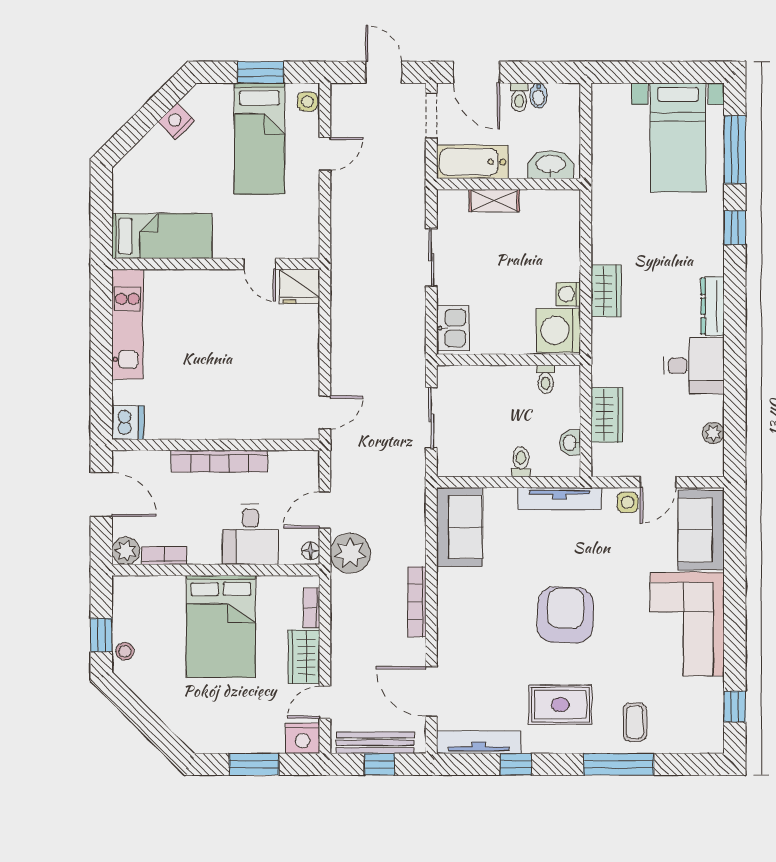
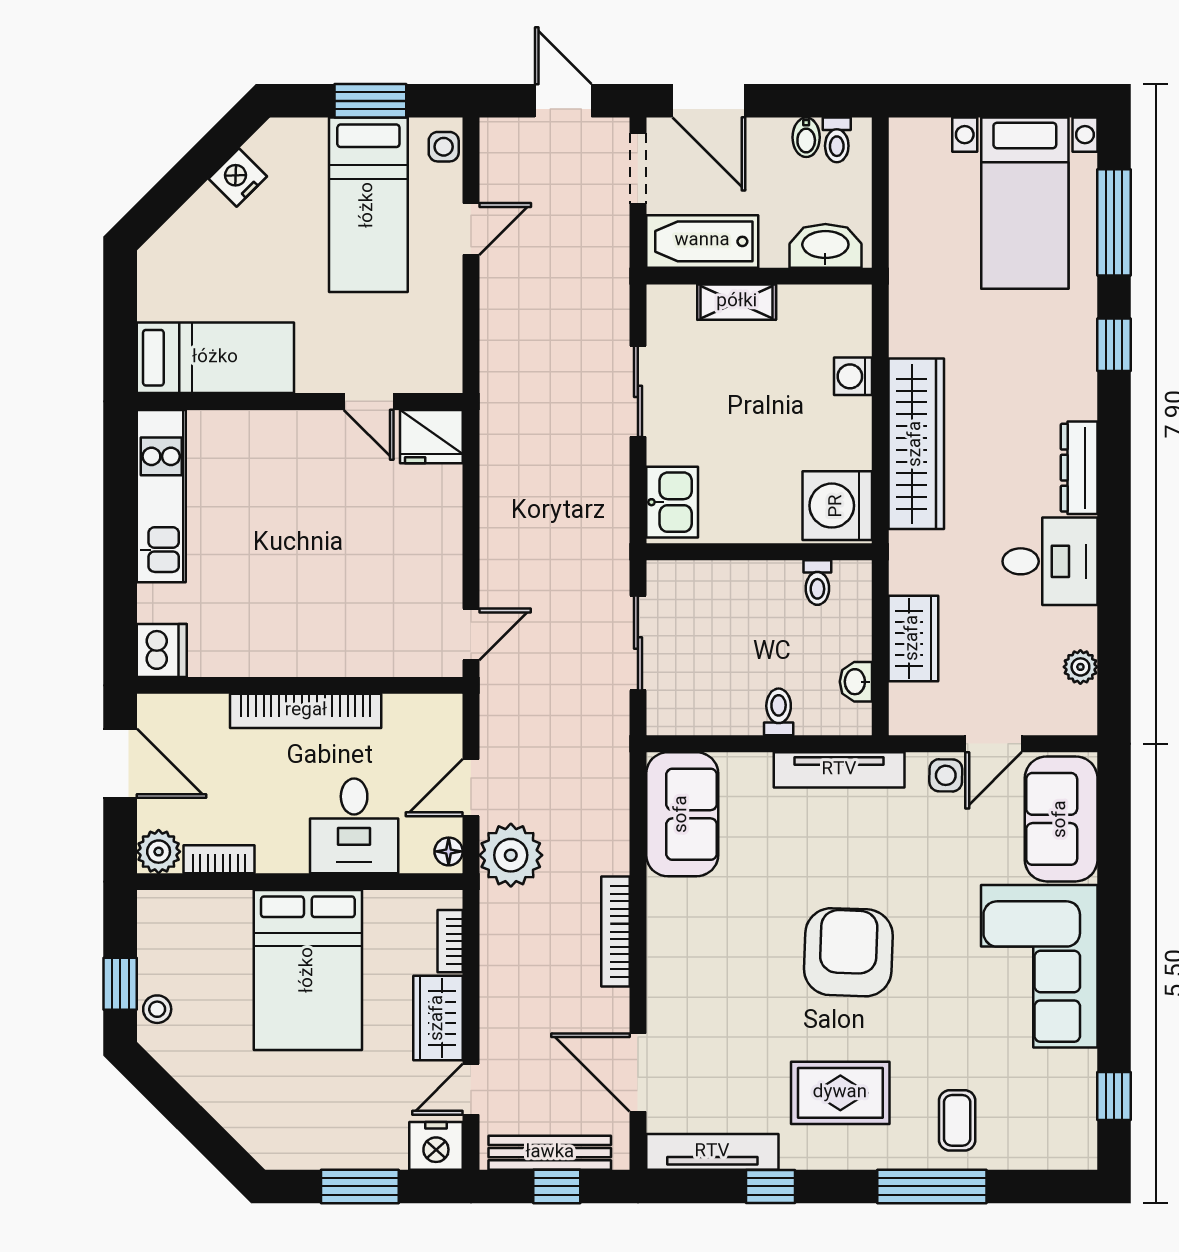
toilet: (519, 97) -> (837, 140), moved
wardrobe: (606, 291) -> (916, 444), width x2.10, depth x1.17
washing machine: (568, 294) -> (853, 376), moved

